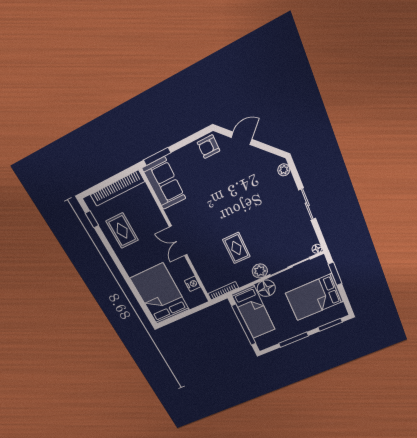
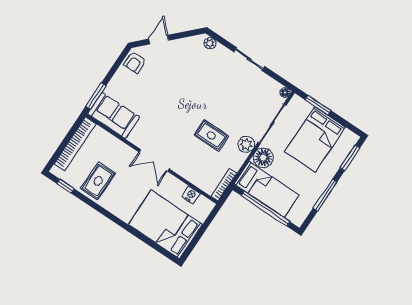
rug: (122, 231) -> (98, 181), turned 90

